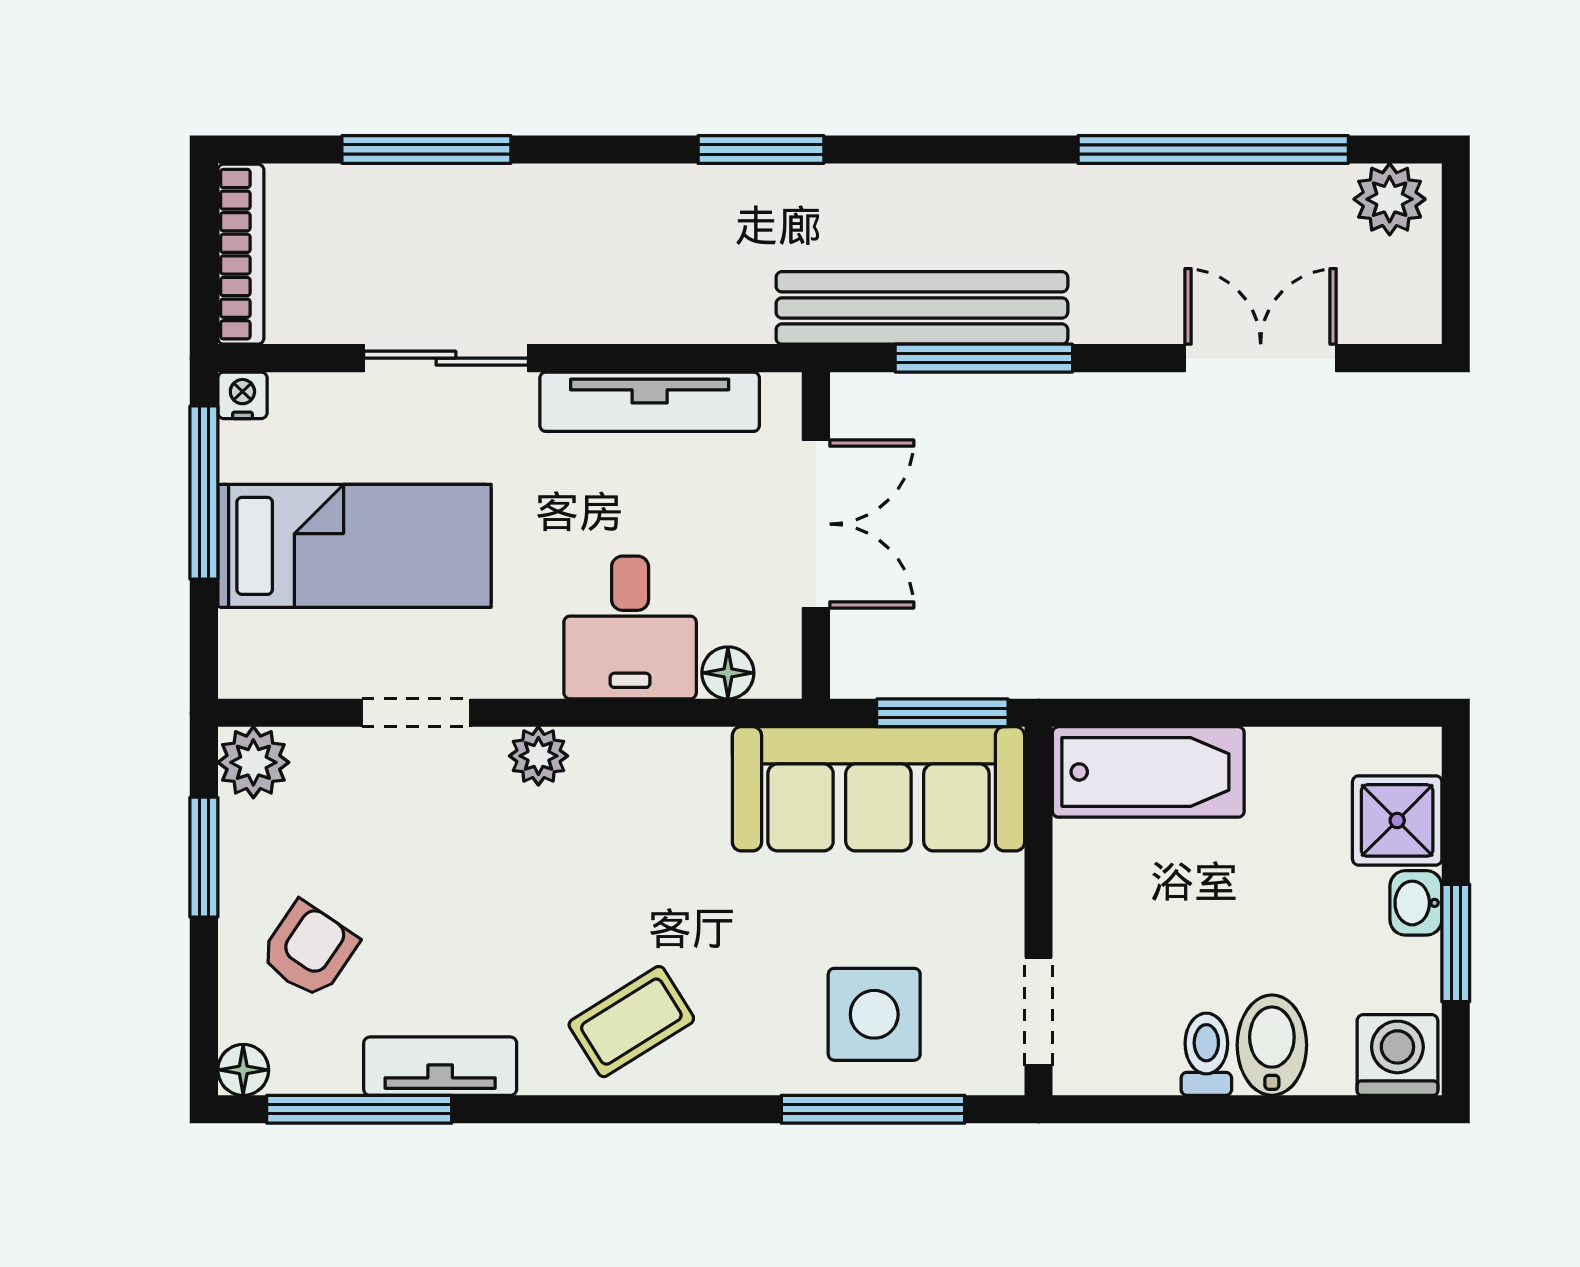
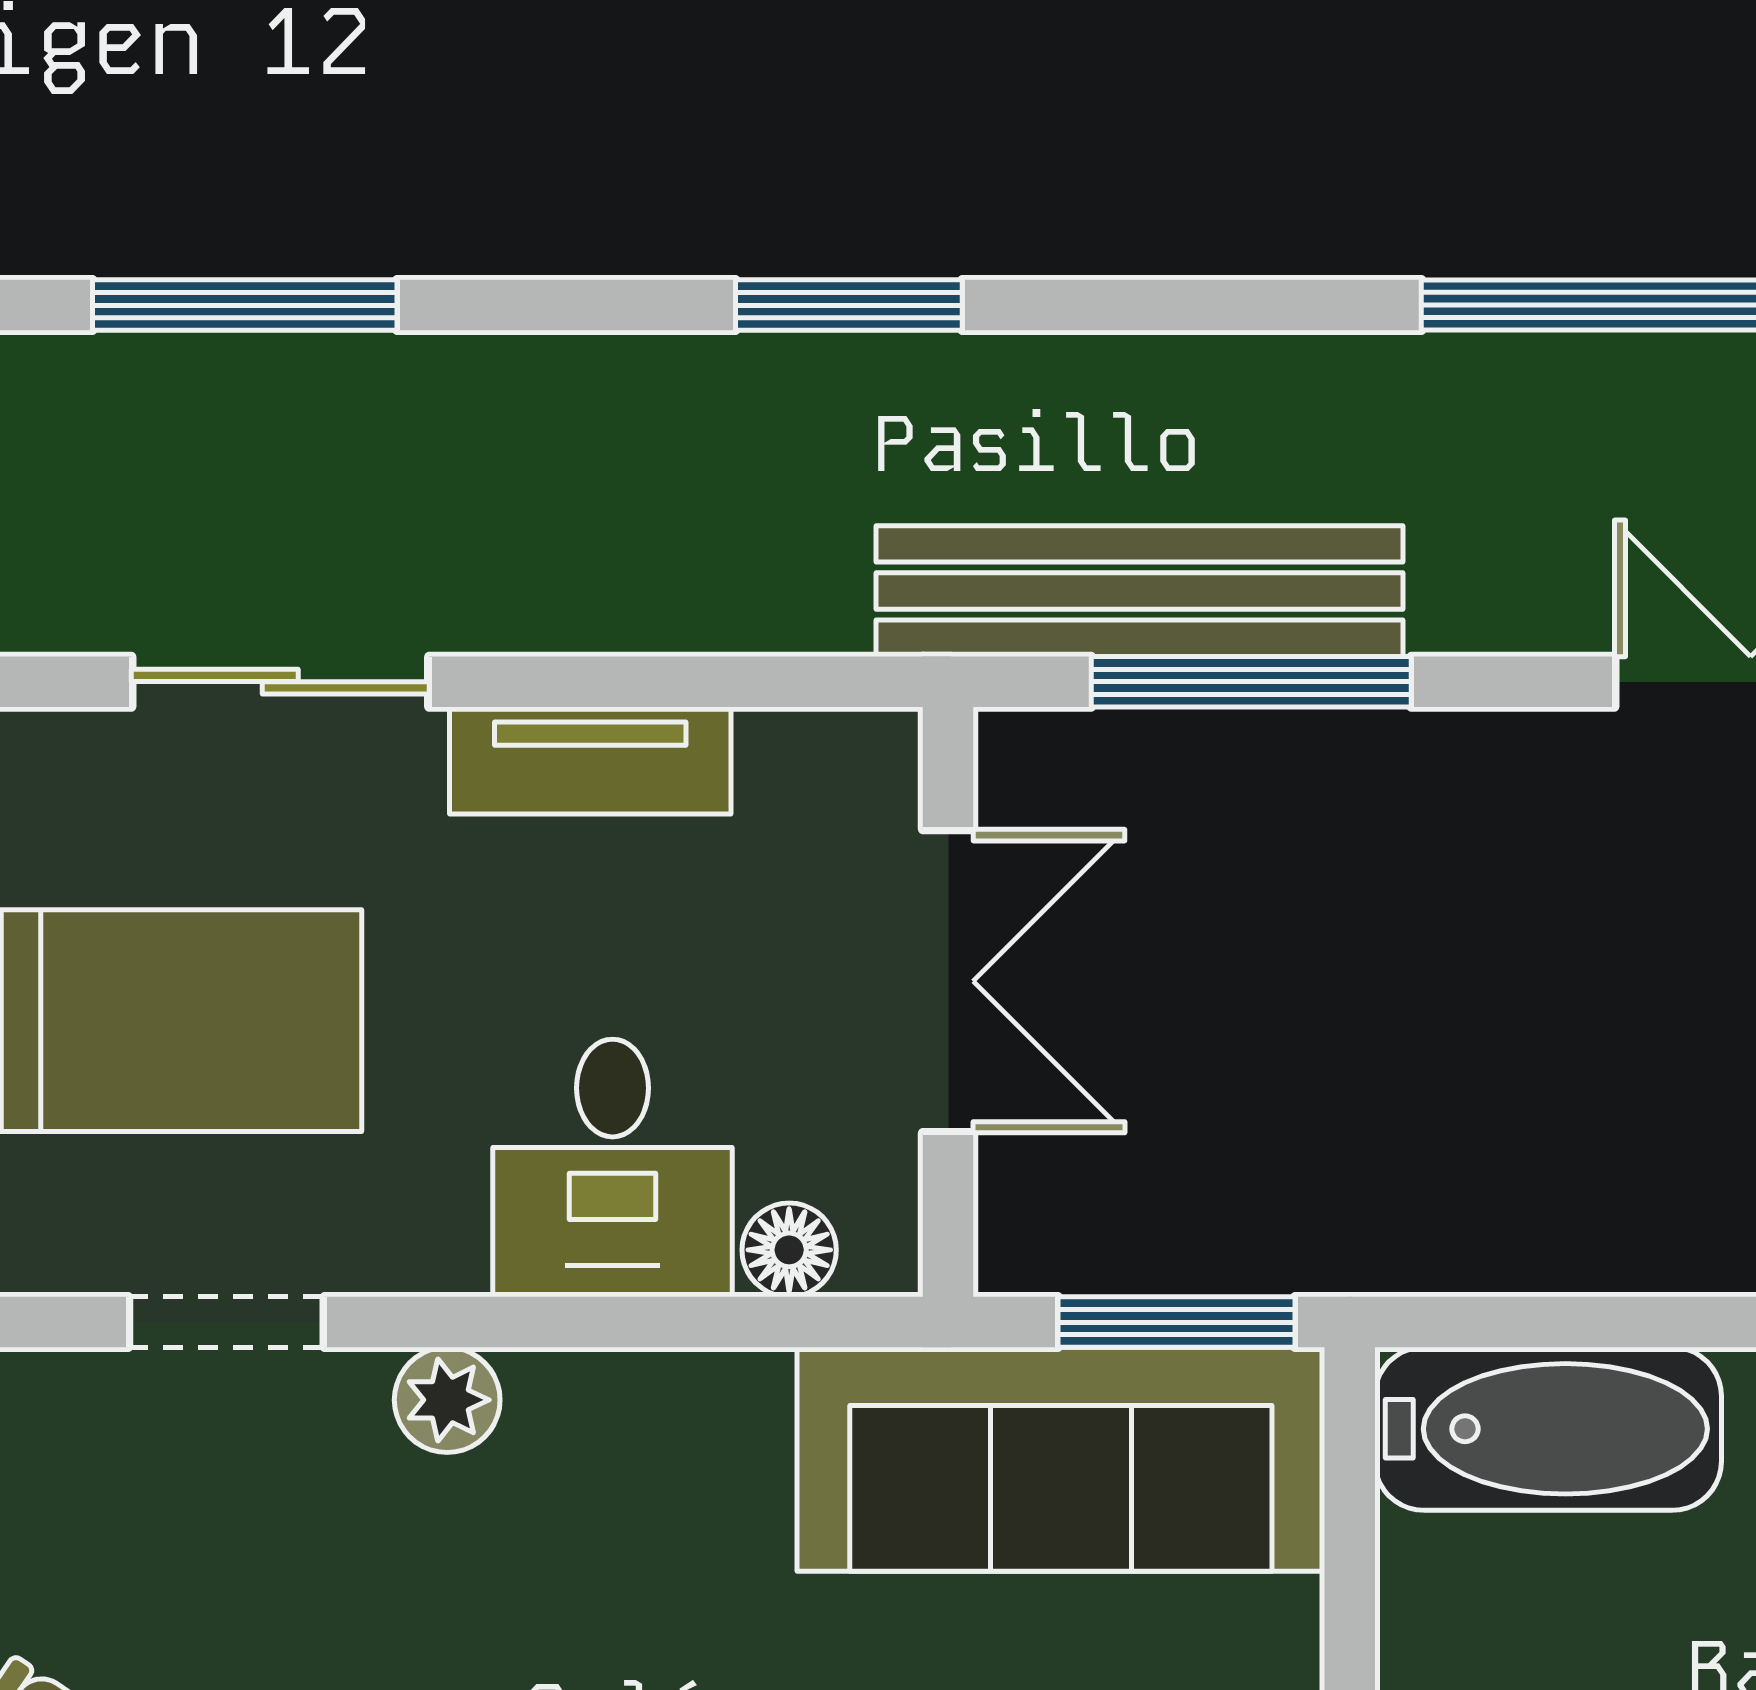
tv unit: (650, 402) -> (590, 760), width x0.71

